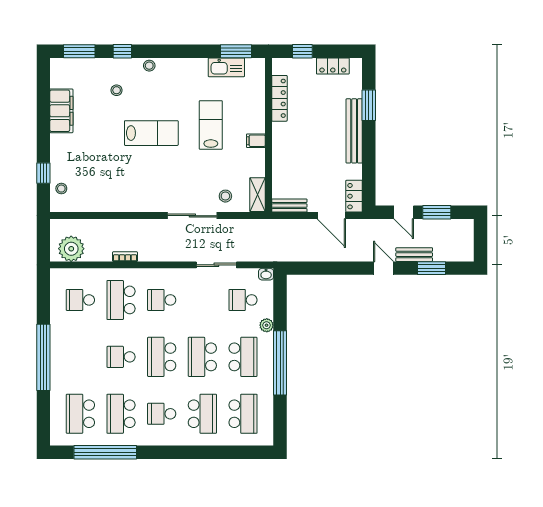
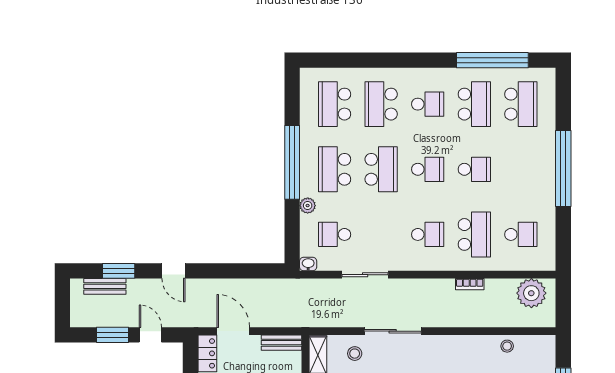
stool: (61, 189) -> (507, 346), moved
bench: (414, 255) -> (105, 286), moved
school desk: (243, 300) -> (335, 234), turned 180
school desk: (162, 357) -> (428, 169), width x0.54

